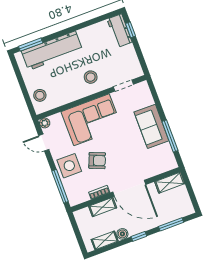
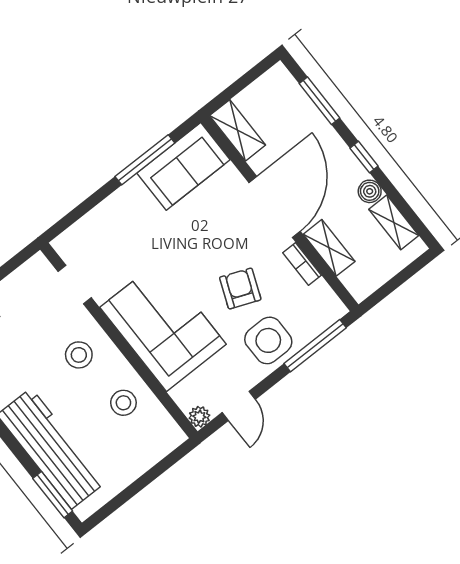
stool: (40, 95) -> (123, 403), moved
sofa: (151, 126) -> (183, 166), moved

